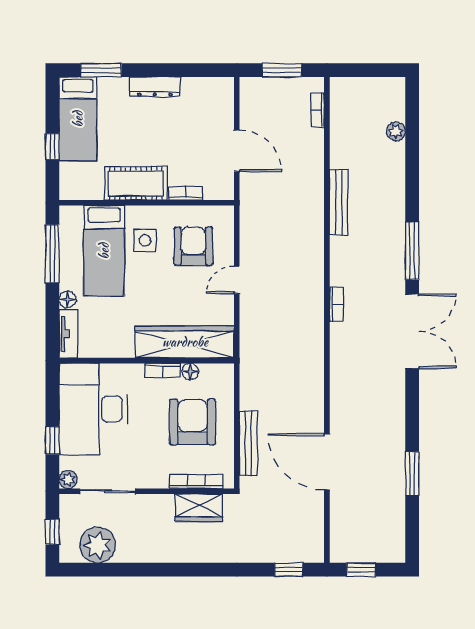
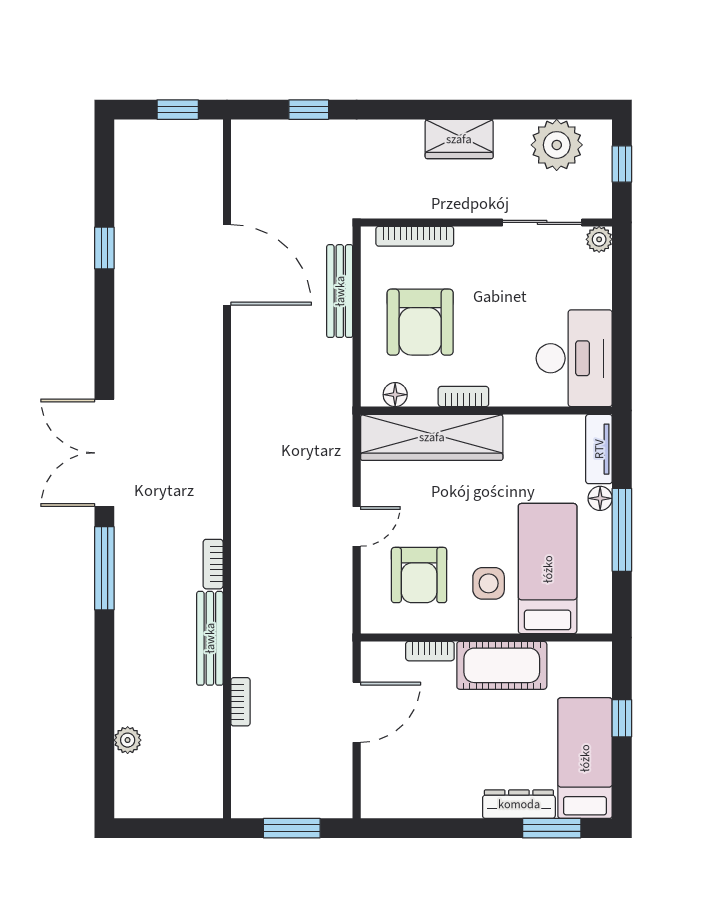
dresser: (155, 87) -> (519, 804), moved
bookcase: (317, 110) -> (240, 702), moved
door: (237, 151) -> (357, 712), swing flipped
window: (52, 254) -> (622, 530), moved
bookcase: (336, 304) -> (213, 564), moved
floor lamp: (190, 372) -> (395, 395), moved
desk: (93, 409) -> (574, 358), width x0.73, depth x0.77
window: (52, 440) -> (622, 296), removed
window: (412, 474) -> (104, 248), width x0.67
wardrobe: (199, 508) -> (459, 139), moved, turned 180
window: (289, 570) -> (309, 110), moved

